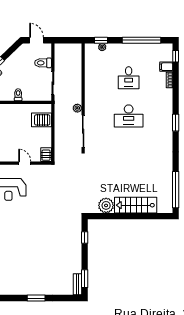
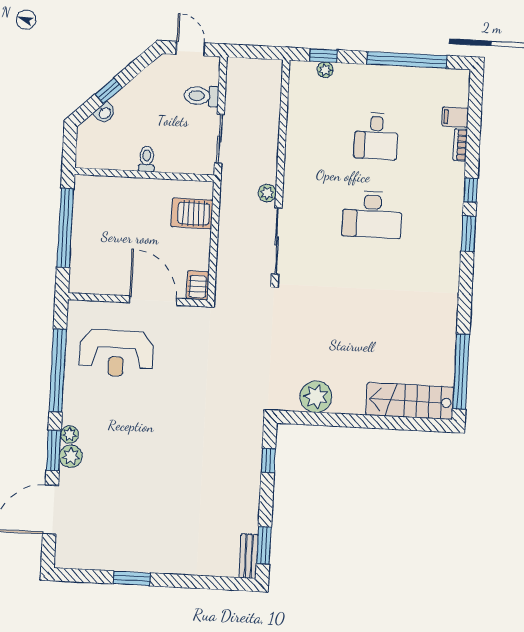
window: (176, 56) -> (471, 190), moved
door: (25, 163) -> (153, 301), width x1.88
stairs: (136, 205) -> (410, 401), moved
window: (36, 298) -> (132, 578), moved

